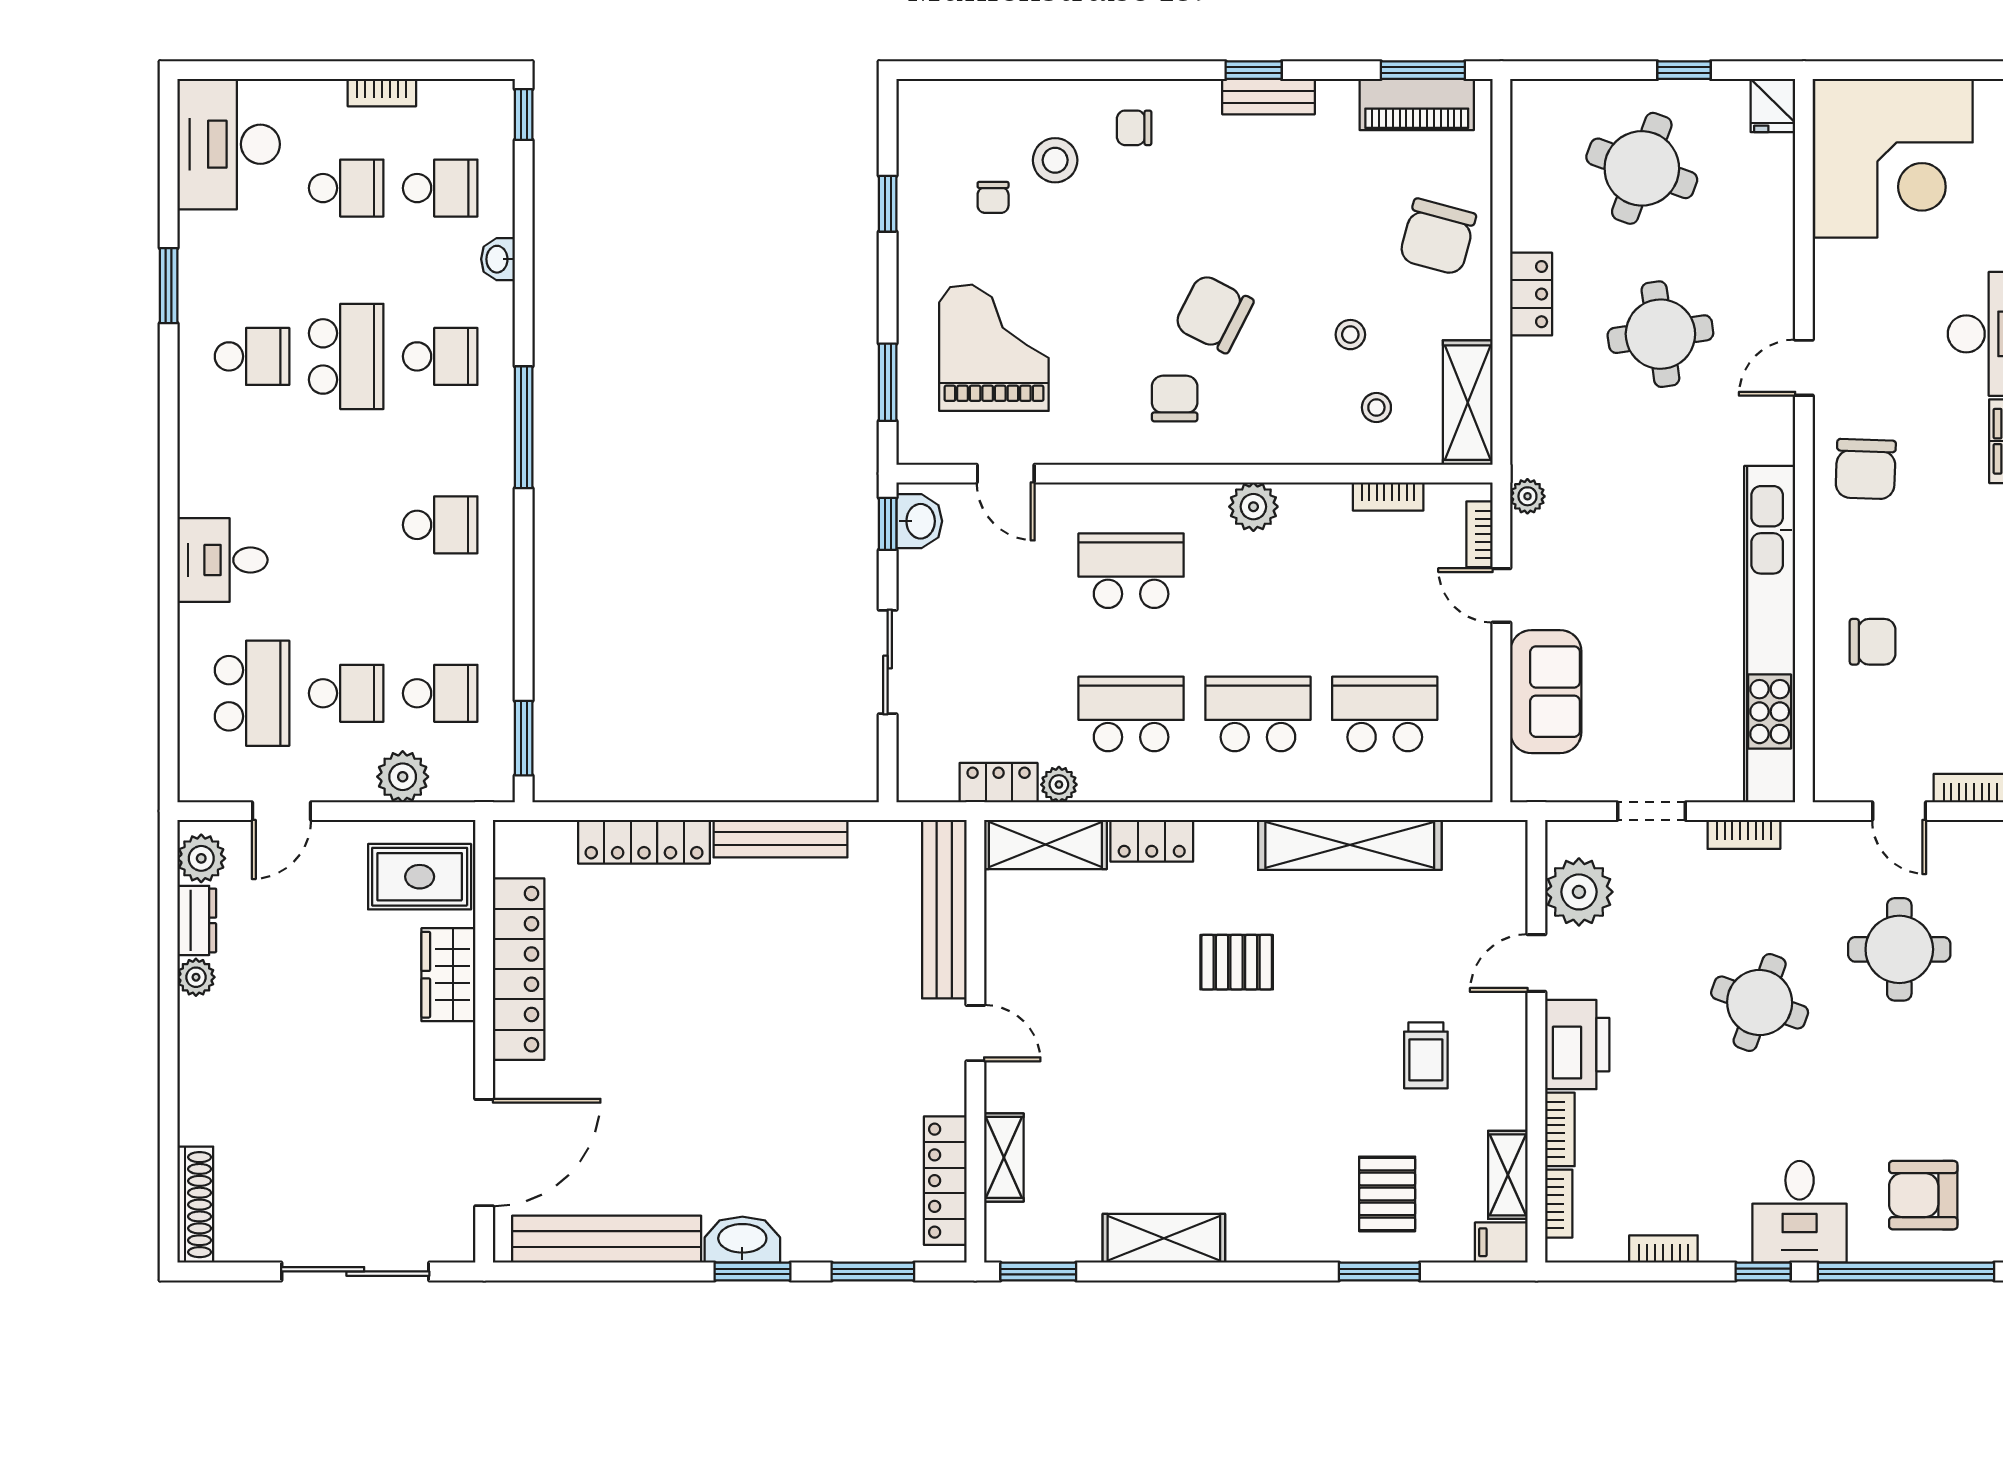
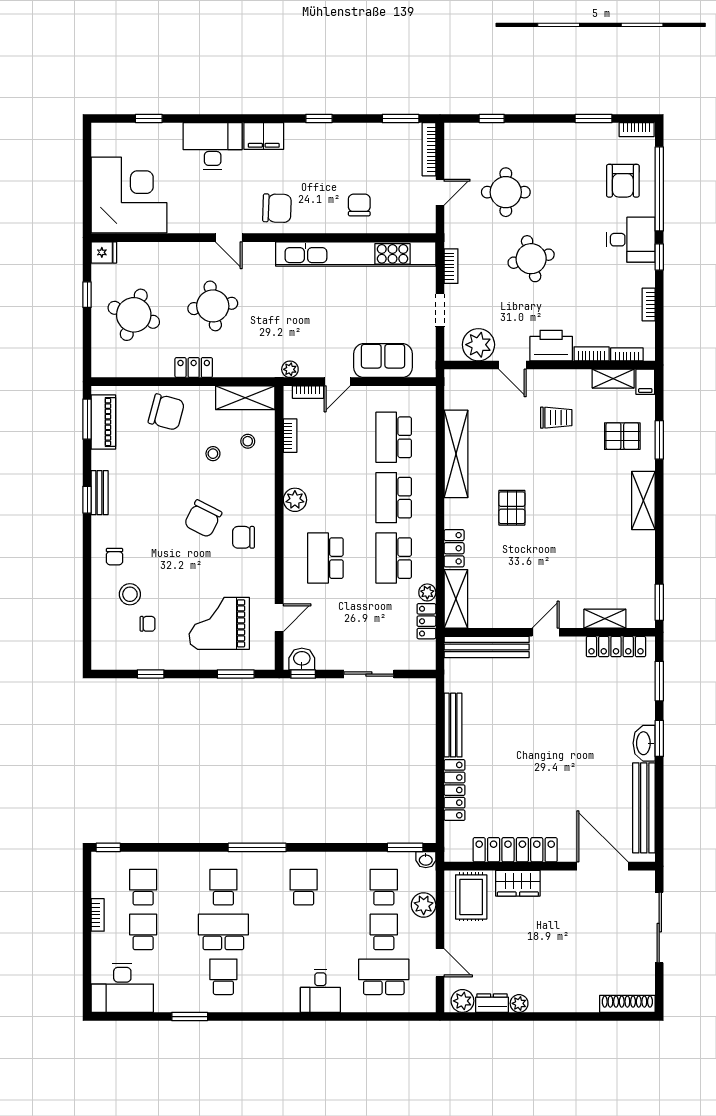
washbasin: (498, 259) -> (426, 860), moved
round table: (1760, 1003) -> (531, 259), turned -33
shelving: (1164, 1238) -> (643, 500), moved

